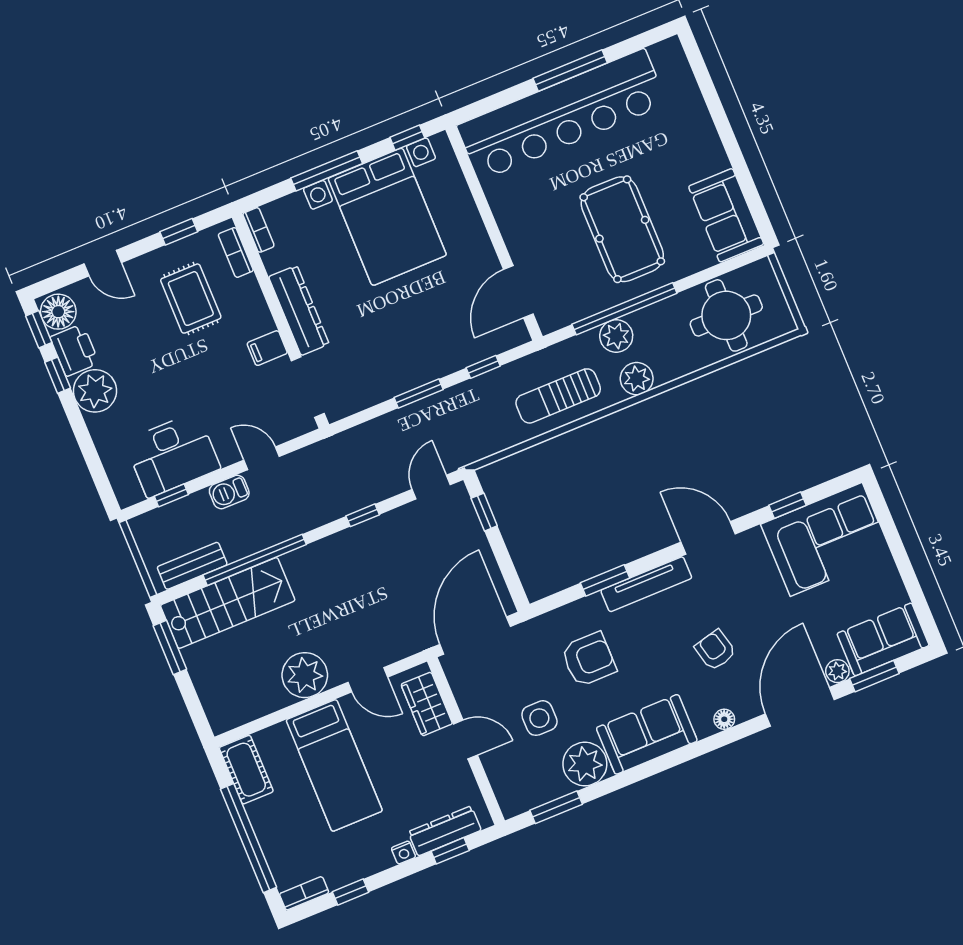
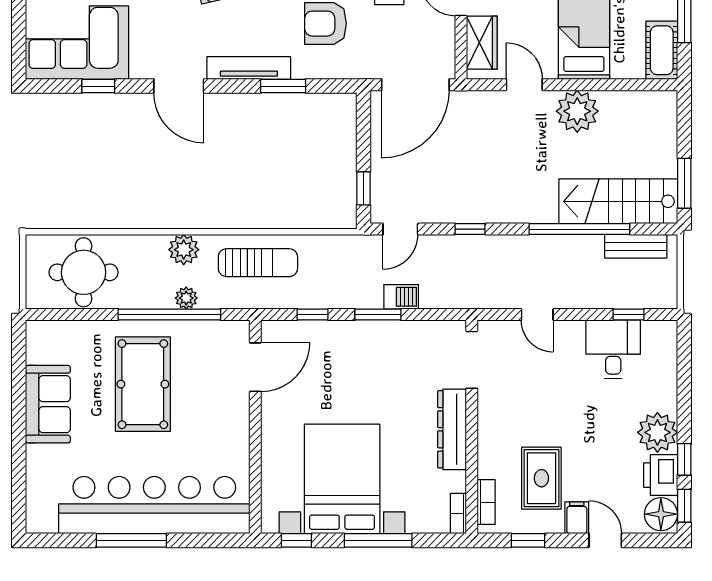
sofa: (726, 215) -> (48, 404), moved
plant: (616, 336) -> (186, 298), width x0.73, depth x0.73
filing cabinet: (267, 348) -> (577, 518), moved, turned -90
desk: (172, 455) -> (613, 349), width x0.73
barbecue: (229, 492) -> (401, 297), moved

